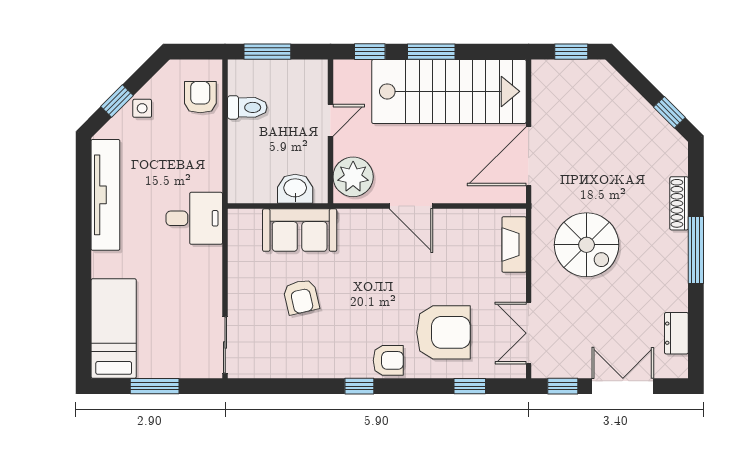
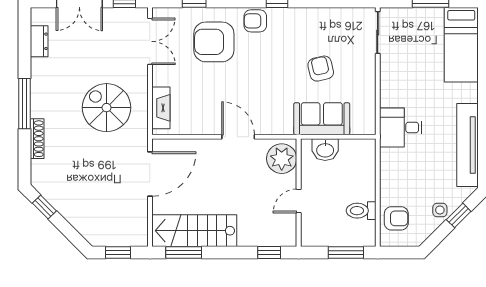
window: (431, 52) -> (184, 252), moved
stairs: (449, 91) -> (194, 231), width x0.73, depth x0.66
armchair: (200, 97) -> (396, 218), turned -90

